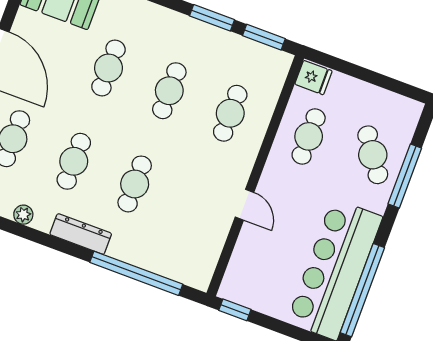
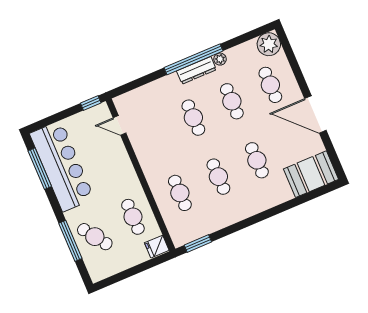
window: (212, 18) -> (231, 230), removed
door: (245, 205) -> (120, 125), moved
plant: (23, 215) -> (220, 59), moved
window: (136, 273) -> (194, 59), moved
window: (362, 290) -> (40, 169), width x0.68

